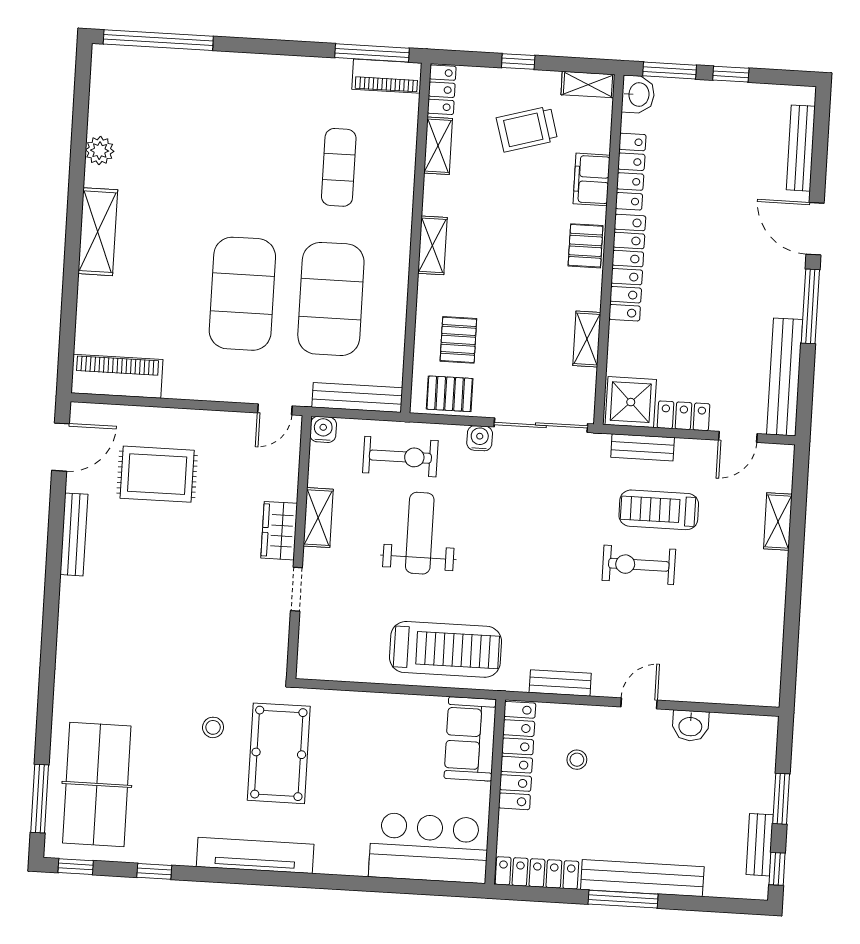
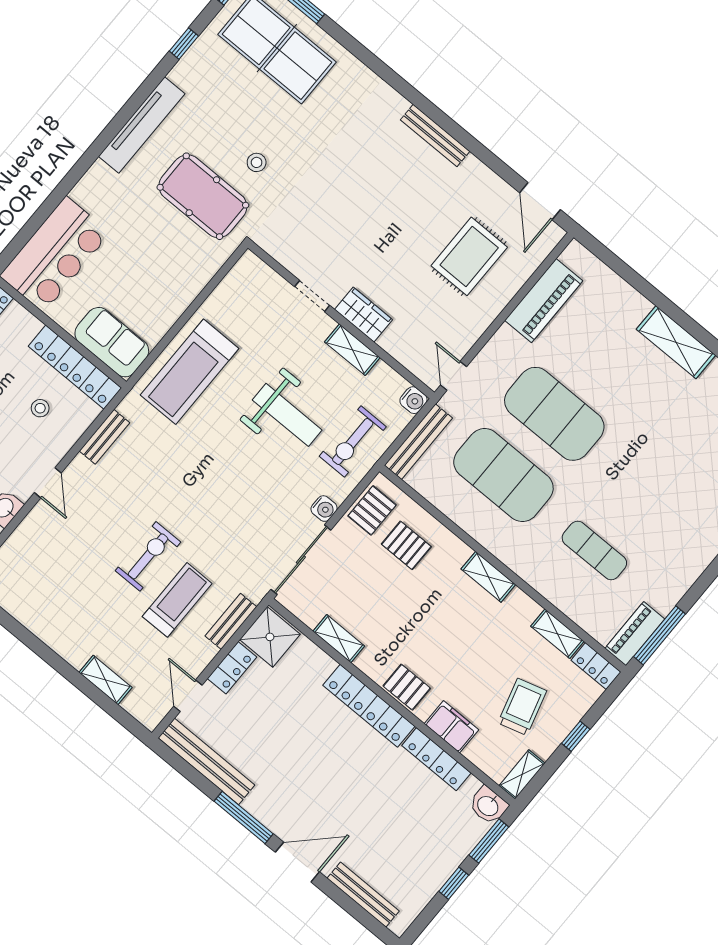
piano: (117, 376) -> (544, 301), moved
bench: (74, 534) -> (435, 136), moved

